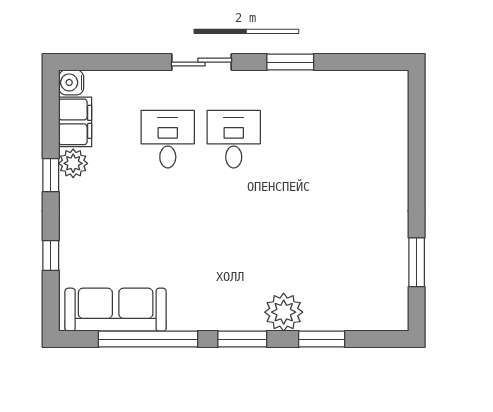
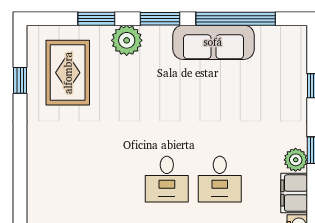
window: (417, 262) -> (20, 80), width x0.67
rug: (357, 272) -> (68, 73), added
sofa: (116, 310) -> (213, 42), moved

